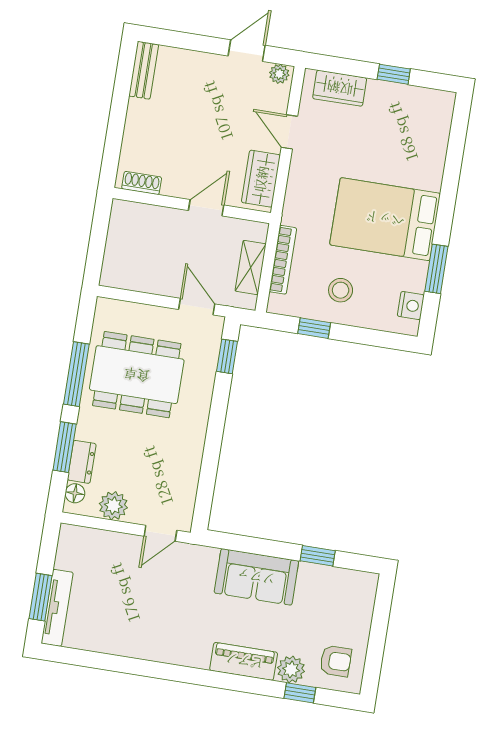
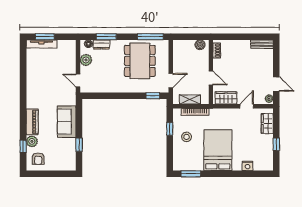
boiler: (121, 222) -> (200, 45), added
window: (436, 269) -> (191, 174), moved
nightstand: (411, 306) -> (248, 166), moved
window: (76, 374) -> (150, 37), moved

